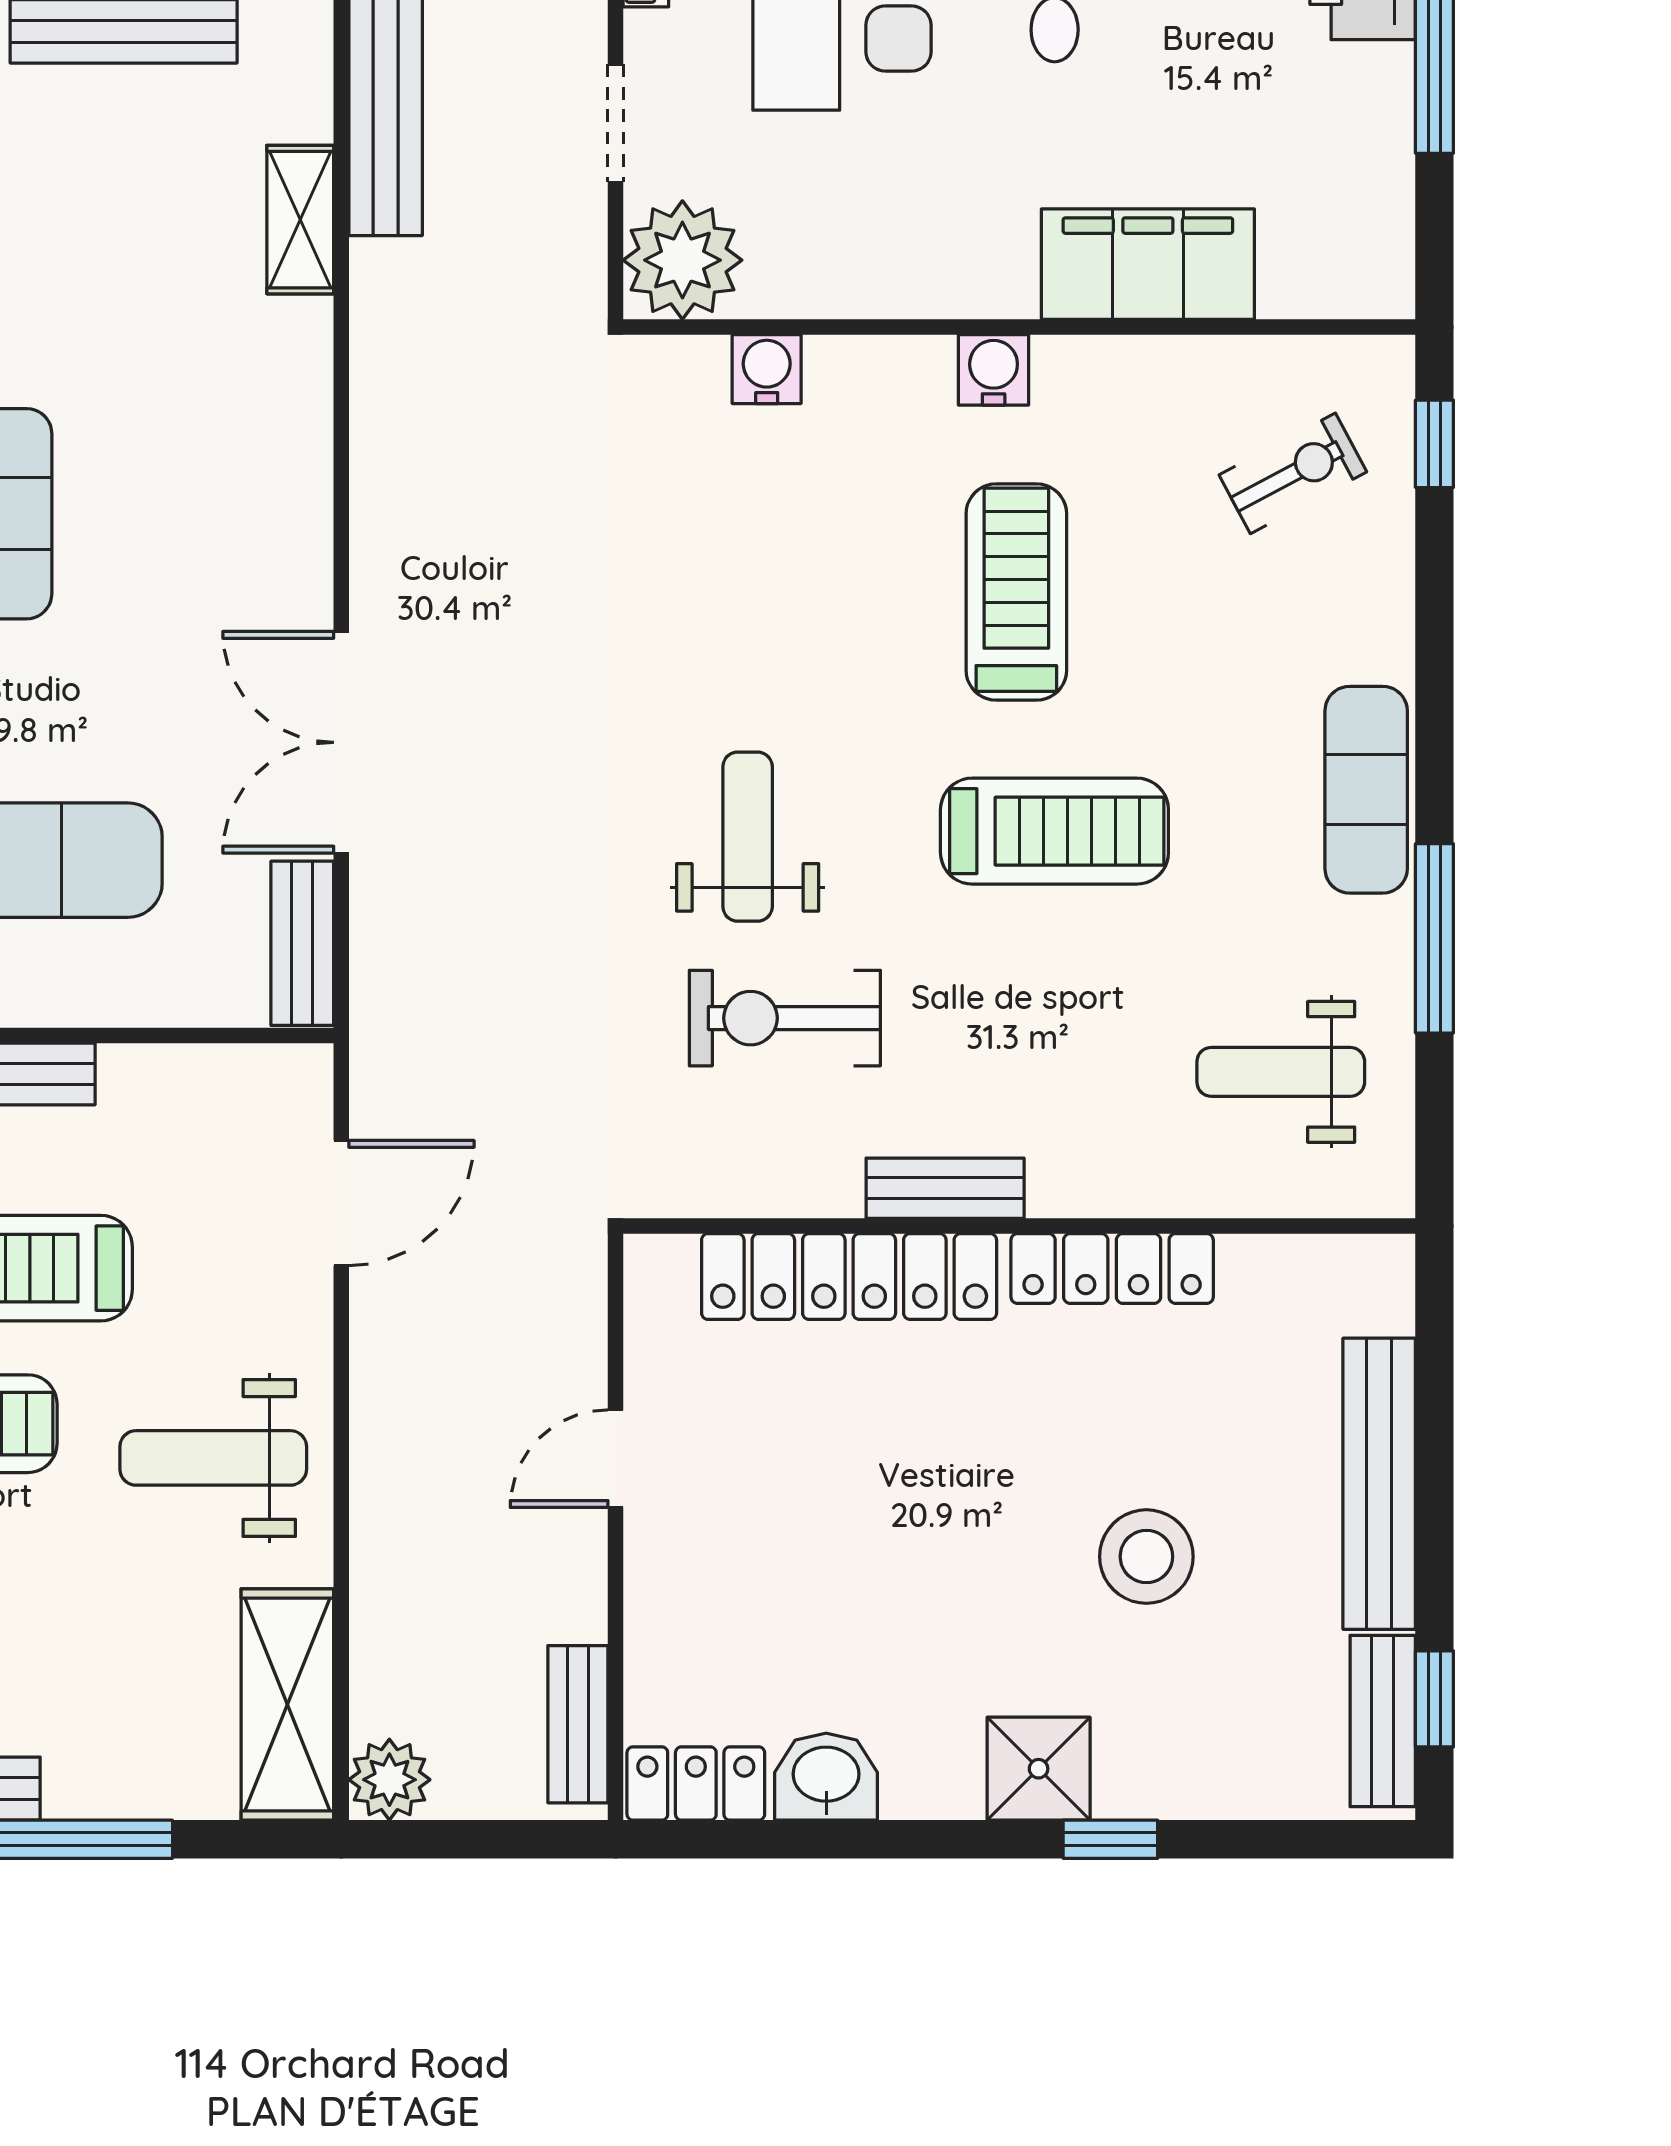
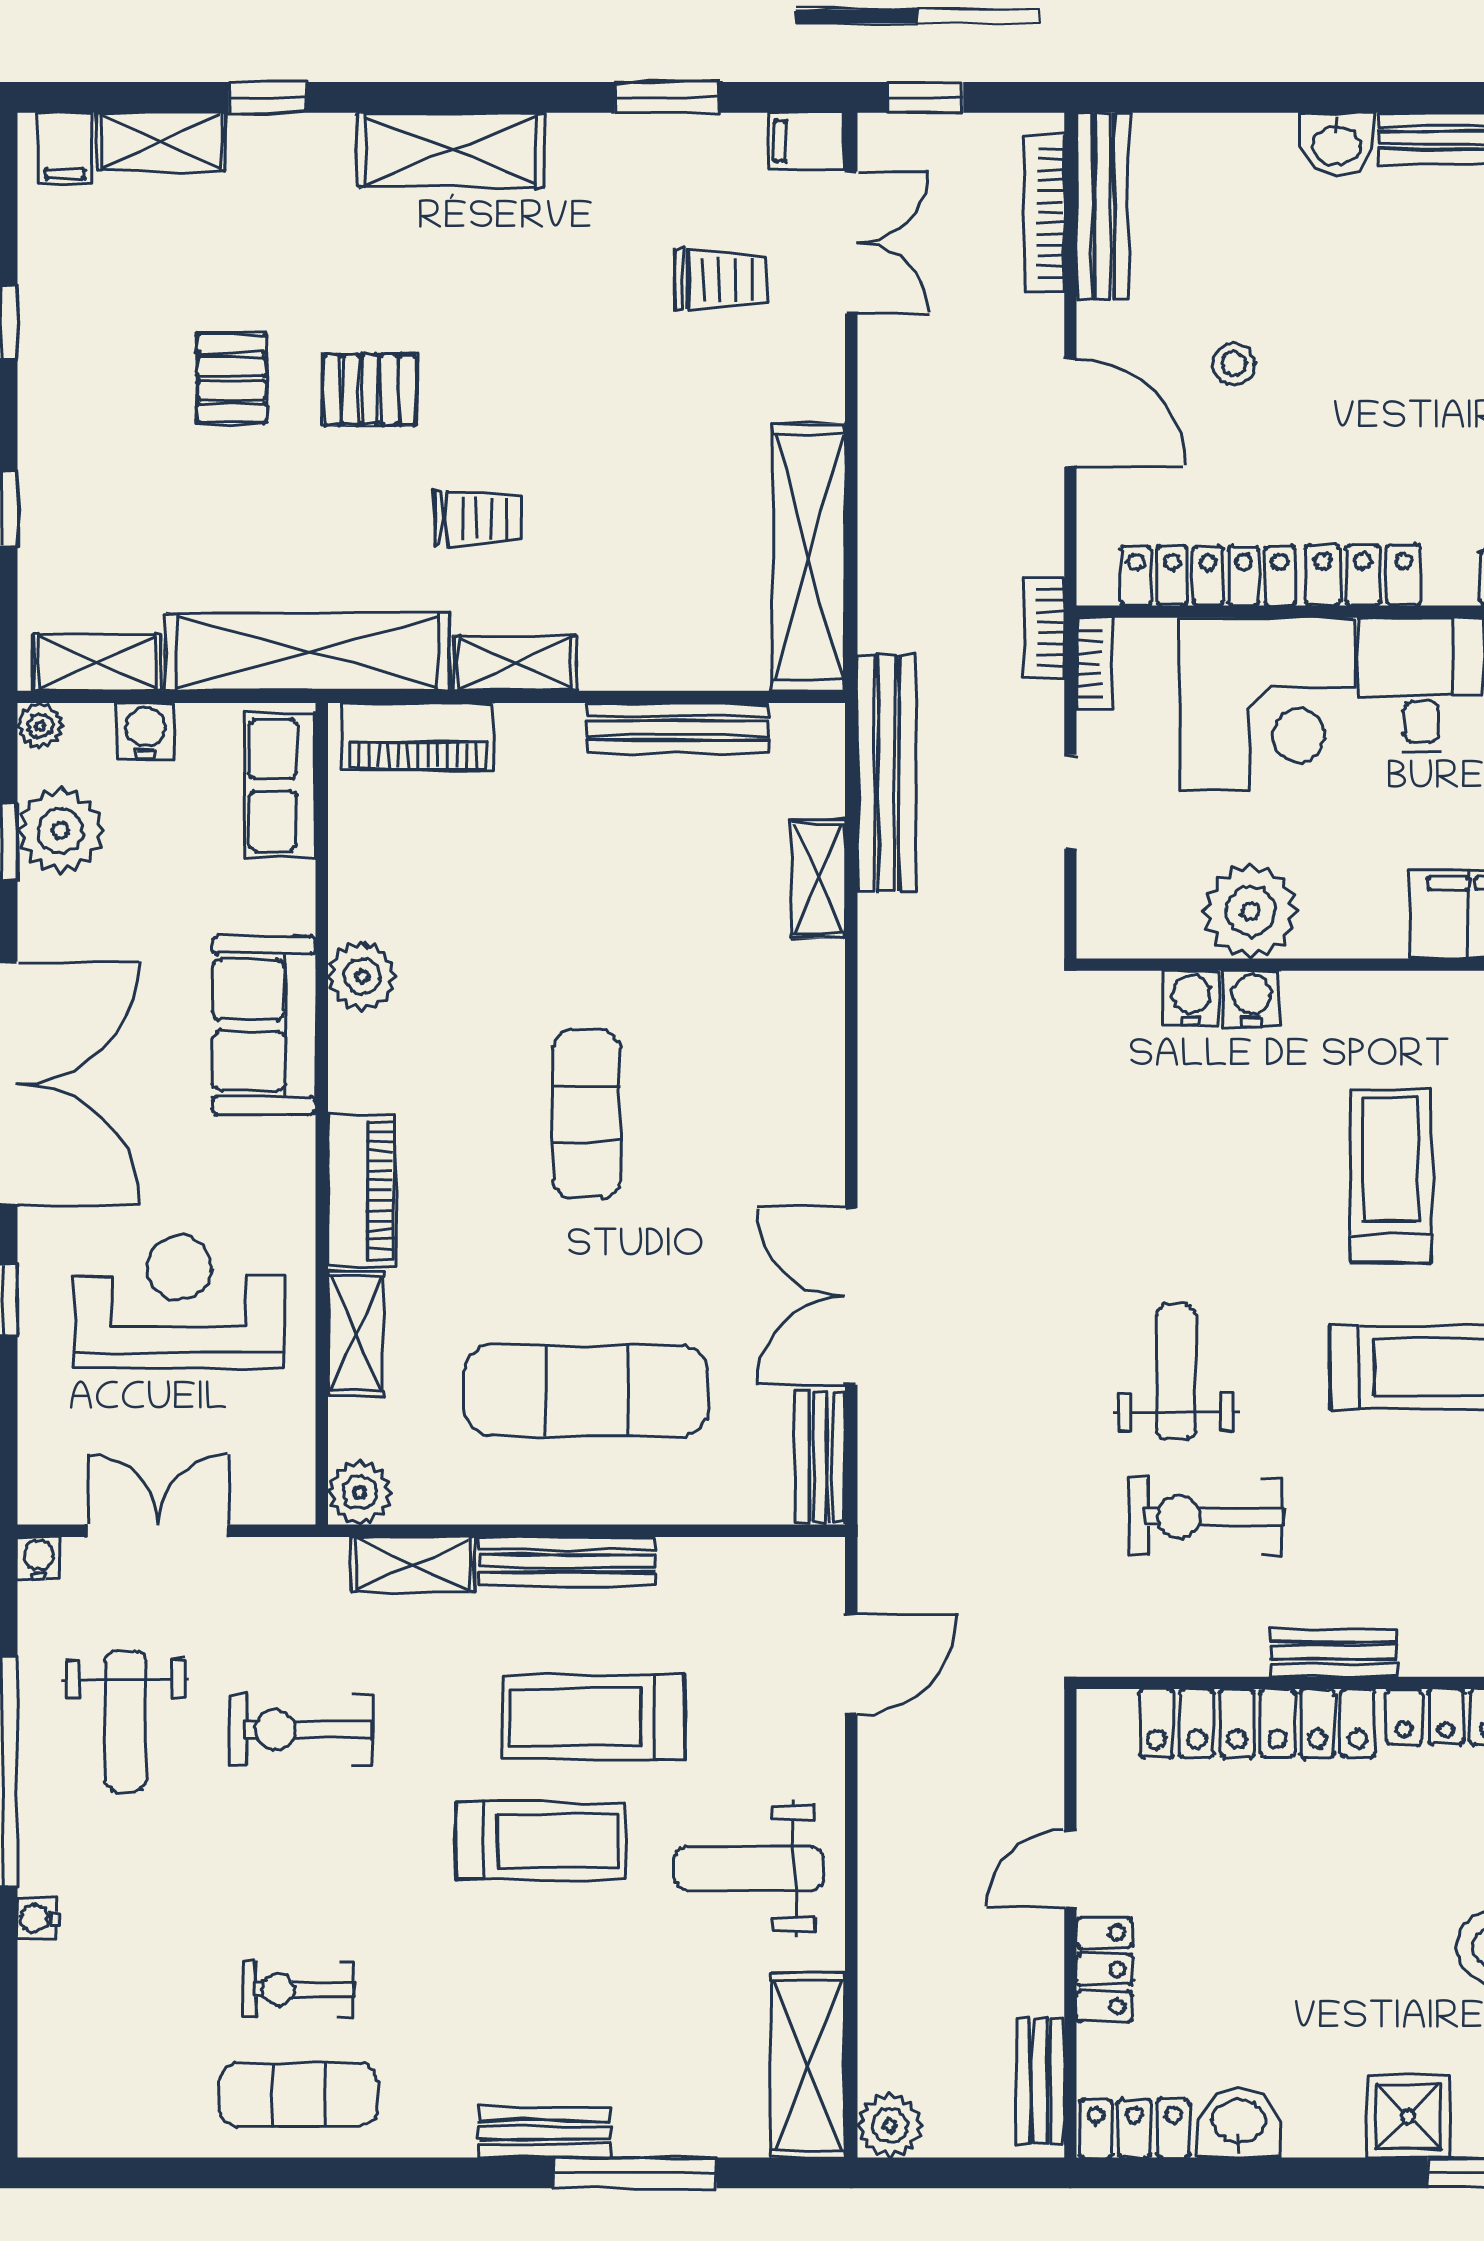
plant: (682, 260) -> (1251, 911), moved
water cooler: (994, 370) -> (1252, 999), moved
locker: (658, 1585) -> (1104, 1969), added

